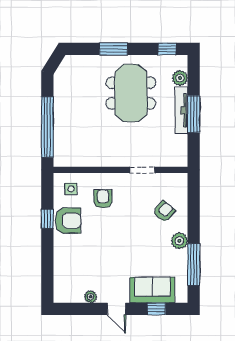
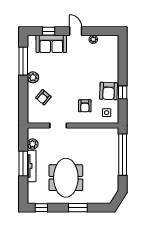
plant: (180, 78) -> (33, 144), moved
armchair: (68, 221) -> (109, 91), turned -88

